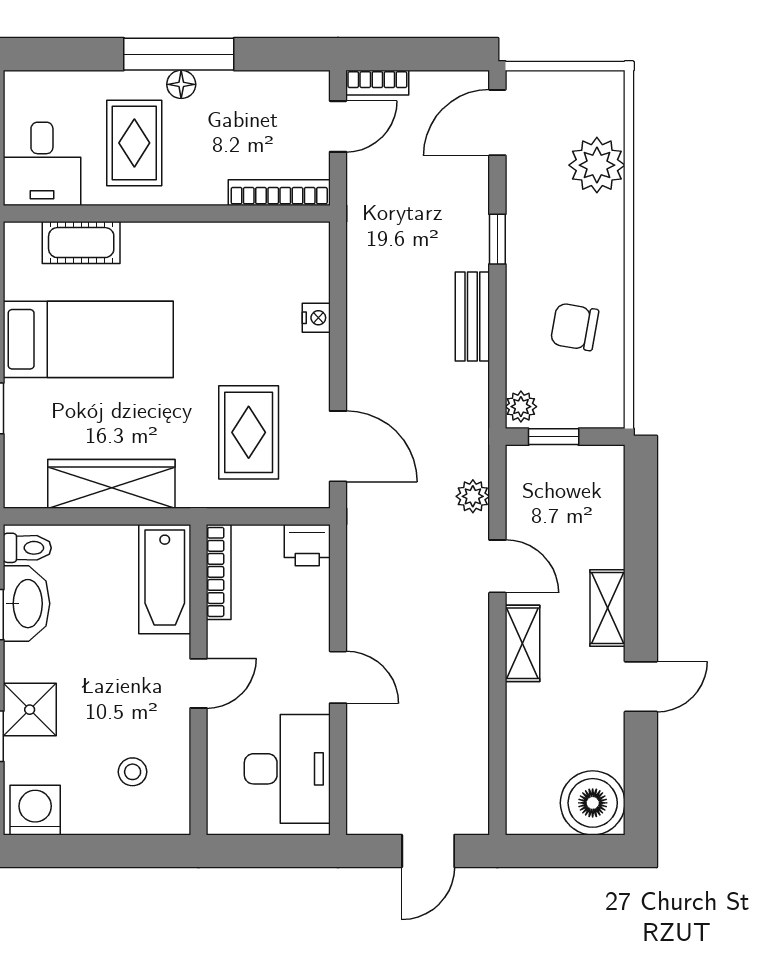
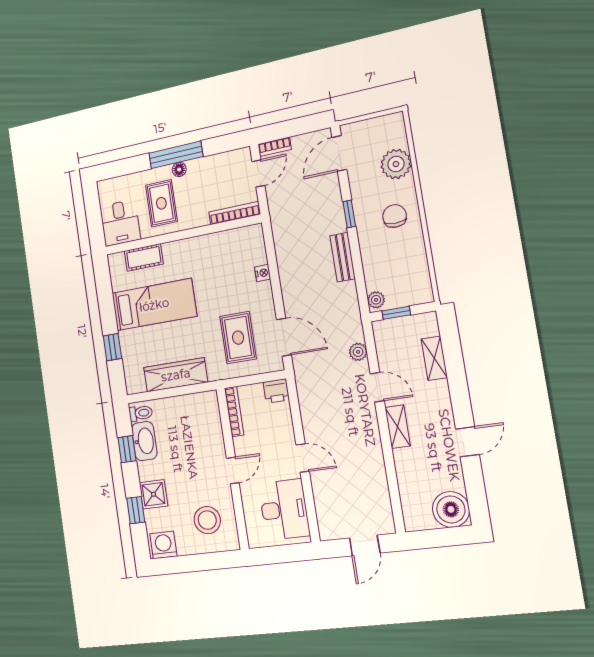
chair: (575, 327) -> (395, 216), moved, turned 80
bathtub: (165, 579) -> (208, 419), removed
shelving: (608, 608) -> (434, 358), moved
stool: (133, 772) -> (207, 520), width x1.89, depth x1.89

